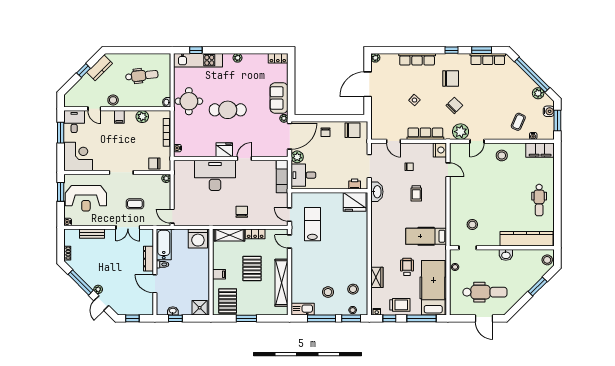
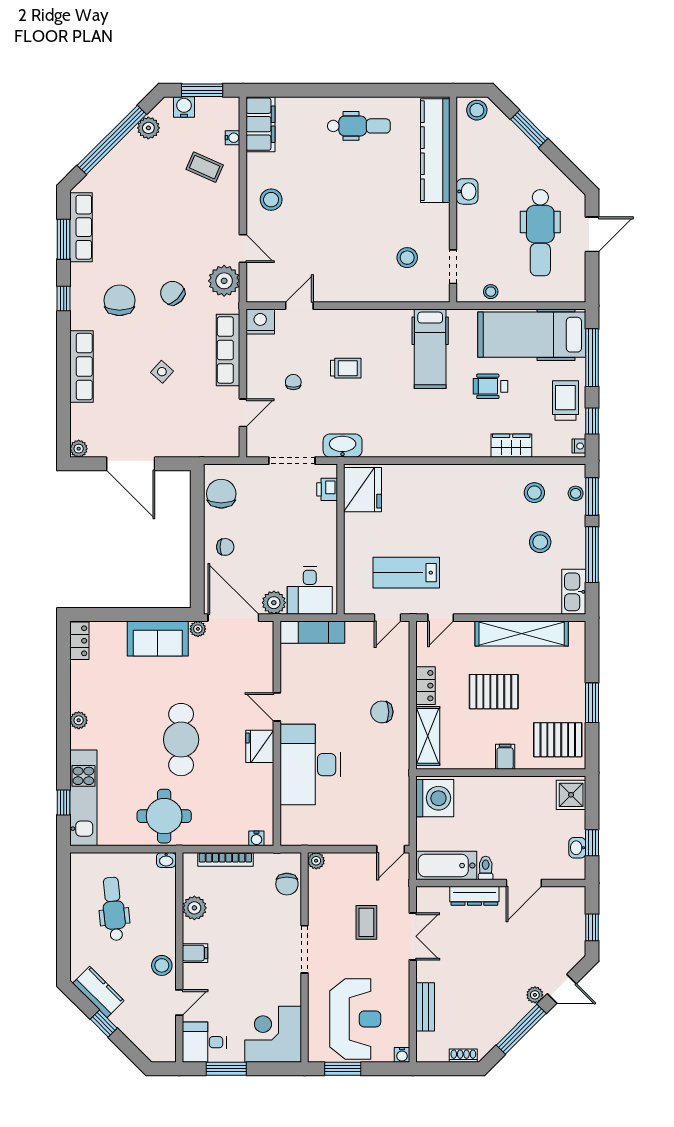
dental chair: (485, 292) -> (540, 233), turned 180

